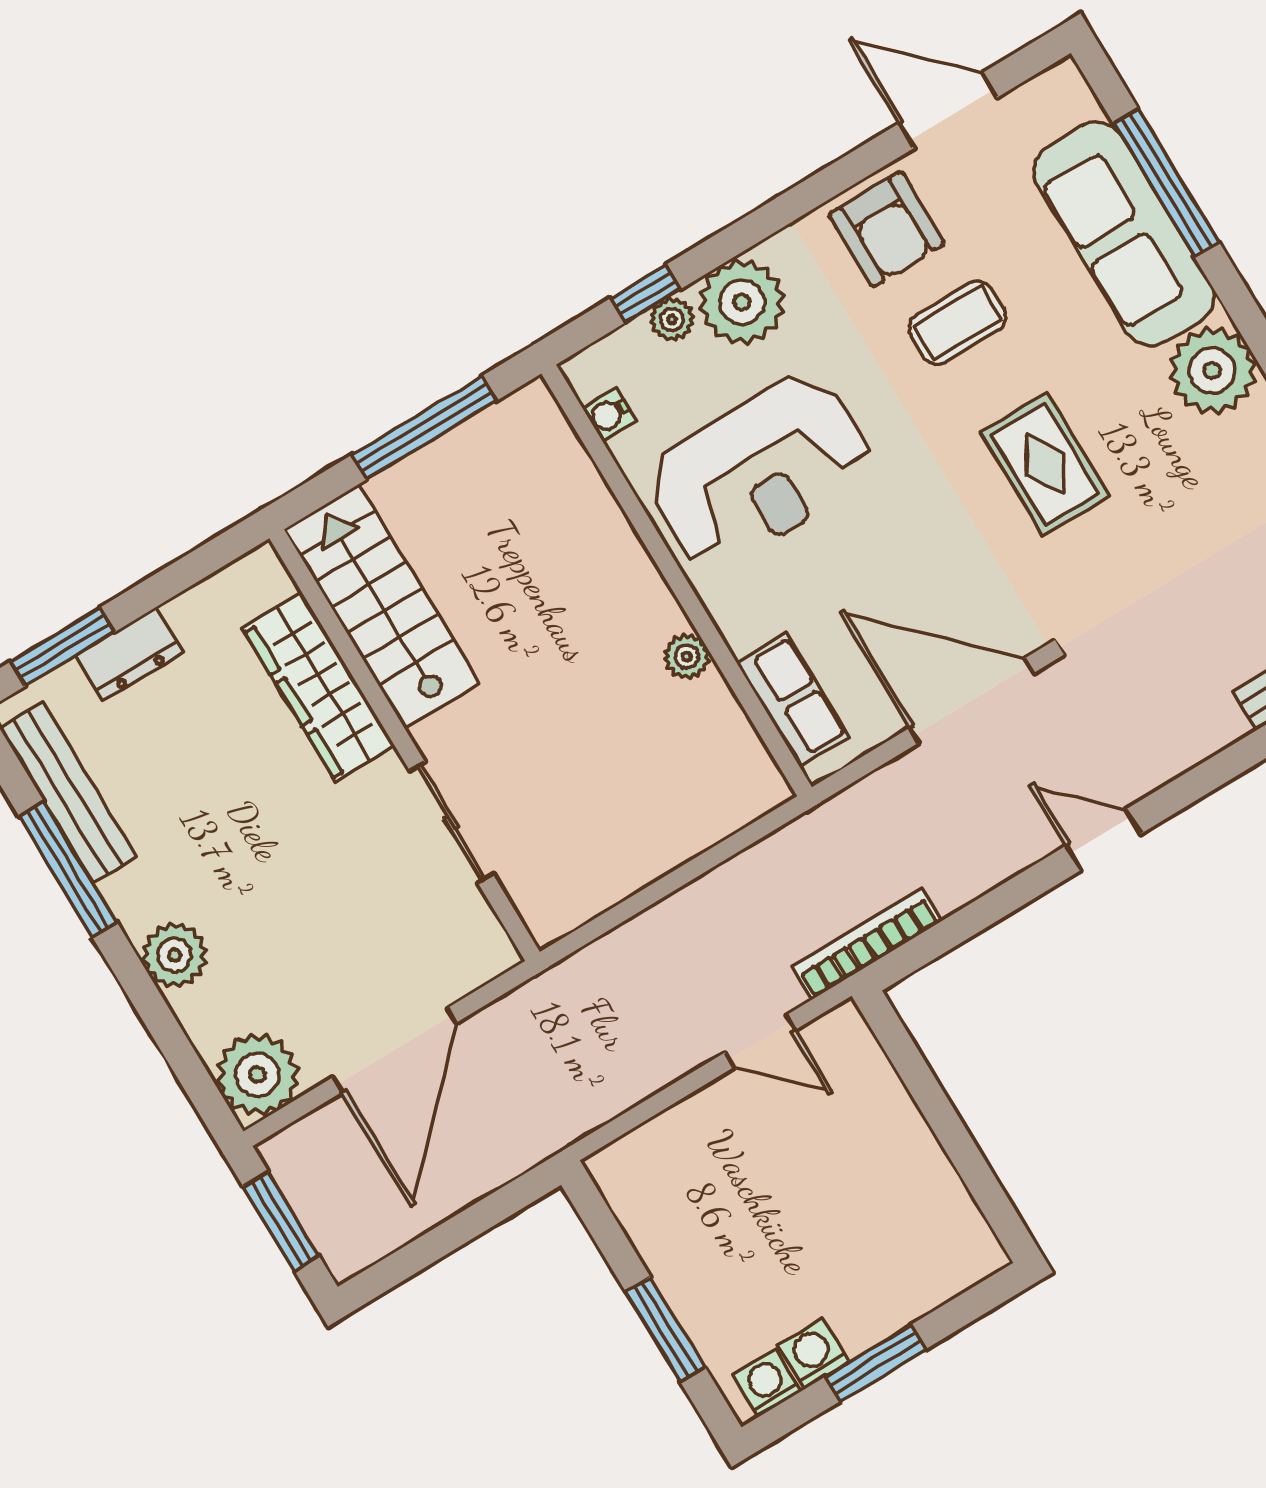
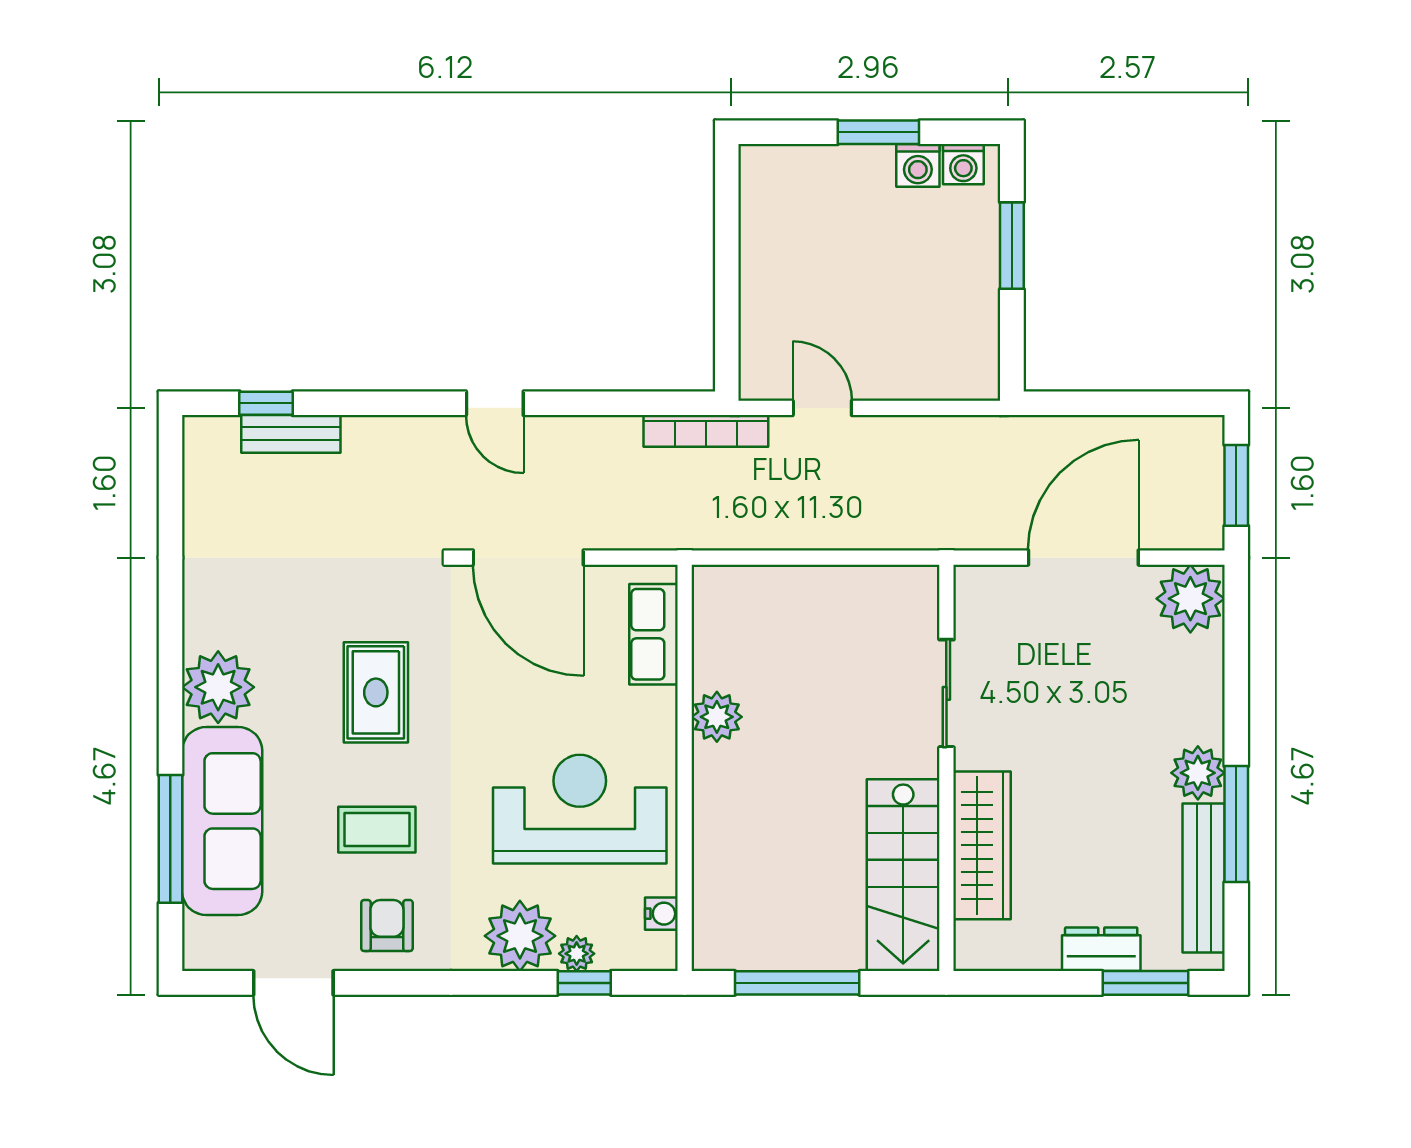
armchair: (887, 229) -> (387, 926), width x0.72, depth x0.72
plant: (687, 656) -> (717, 717), width x1.38, depth x1.38
plant: (175, 955) -> (1198, 773), moved

